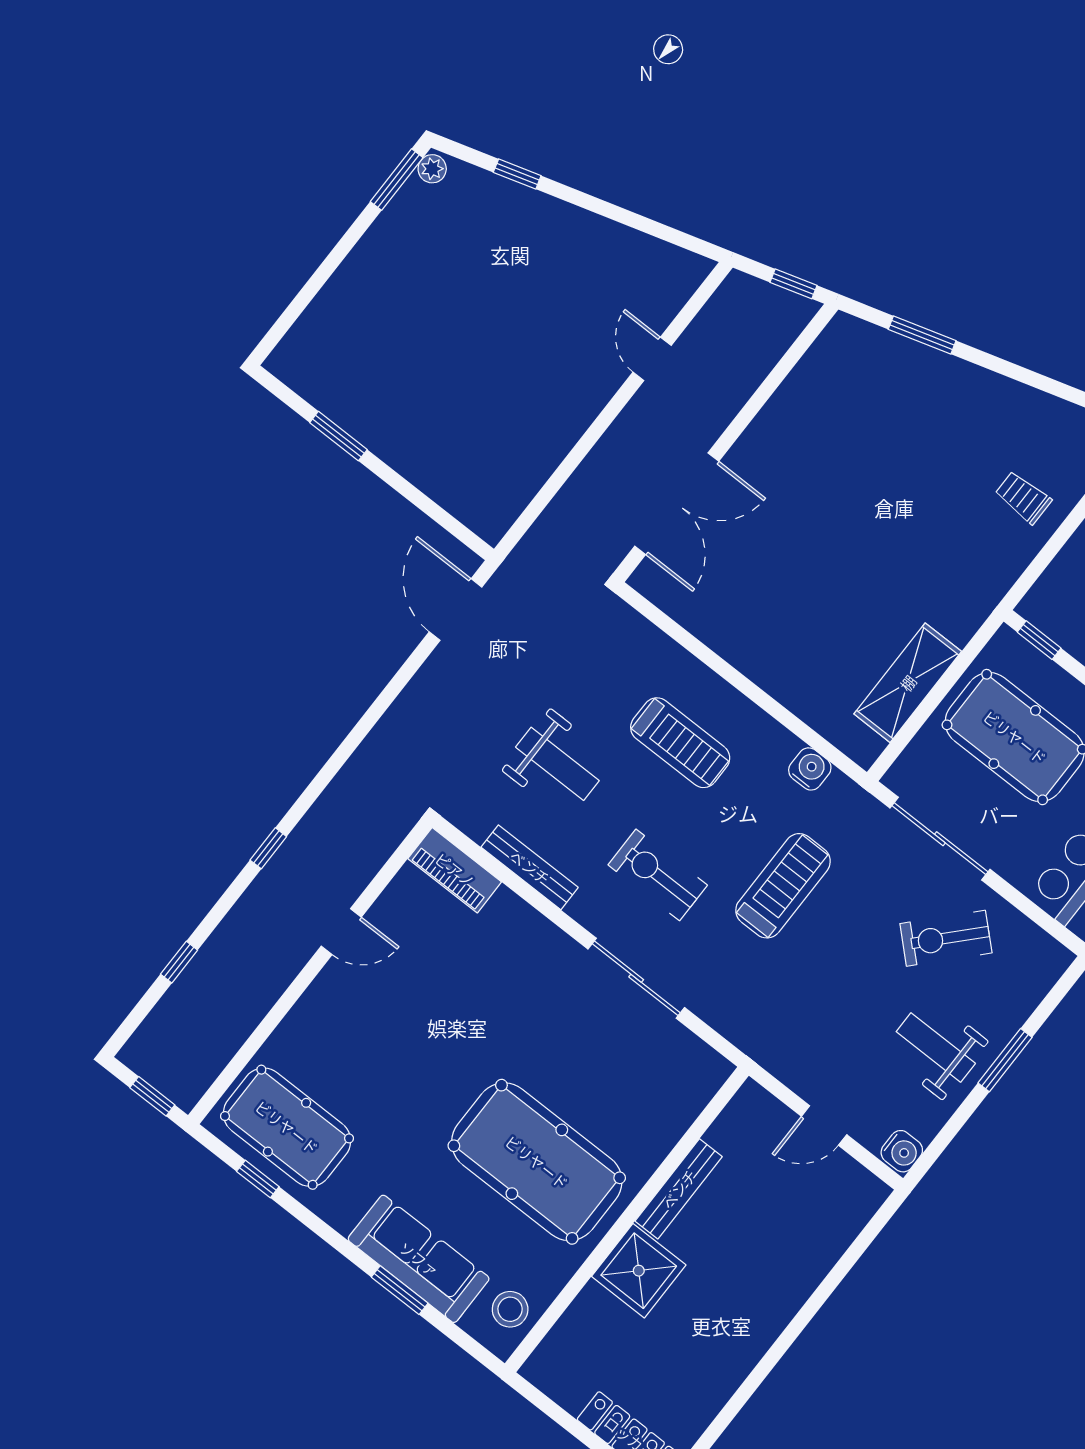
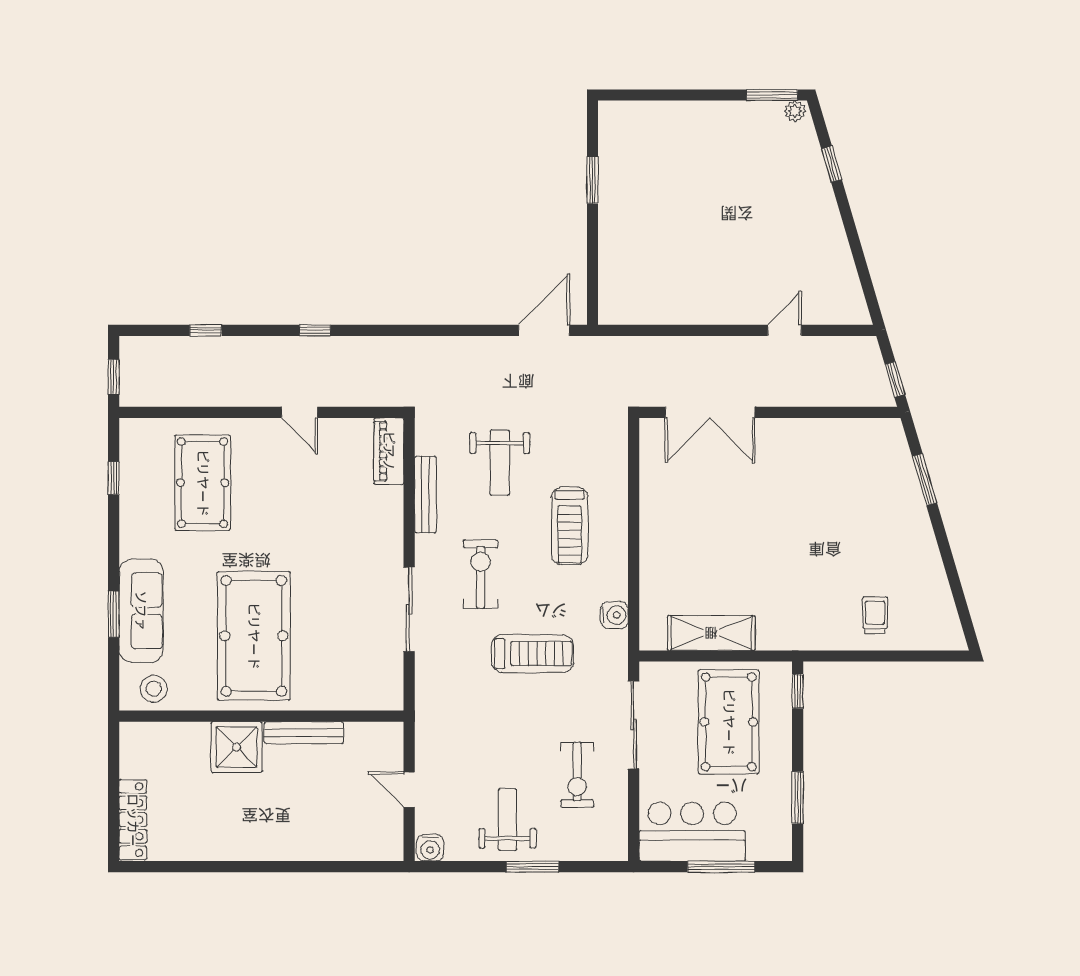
exercise bike: (946, 938) -> (577, 775), turned -133
pool table: (287, 1127) -> (203, 483), moved

